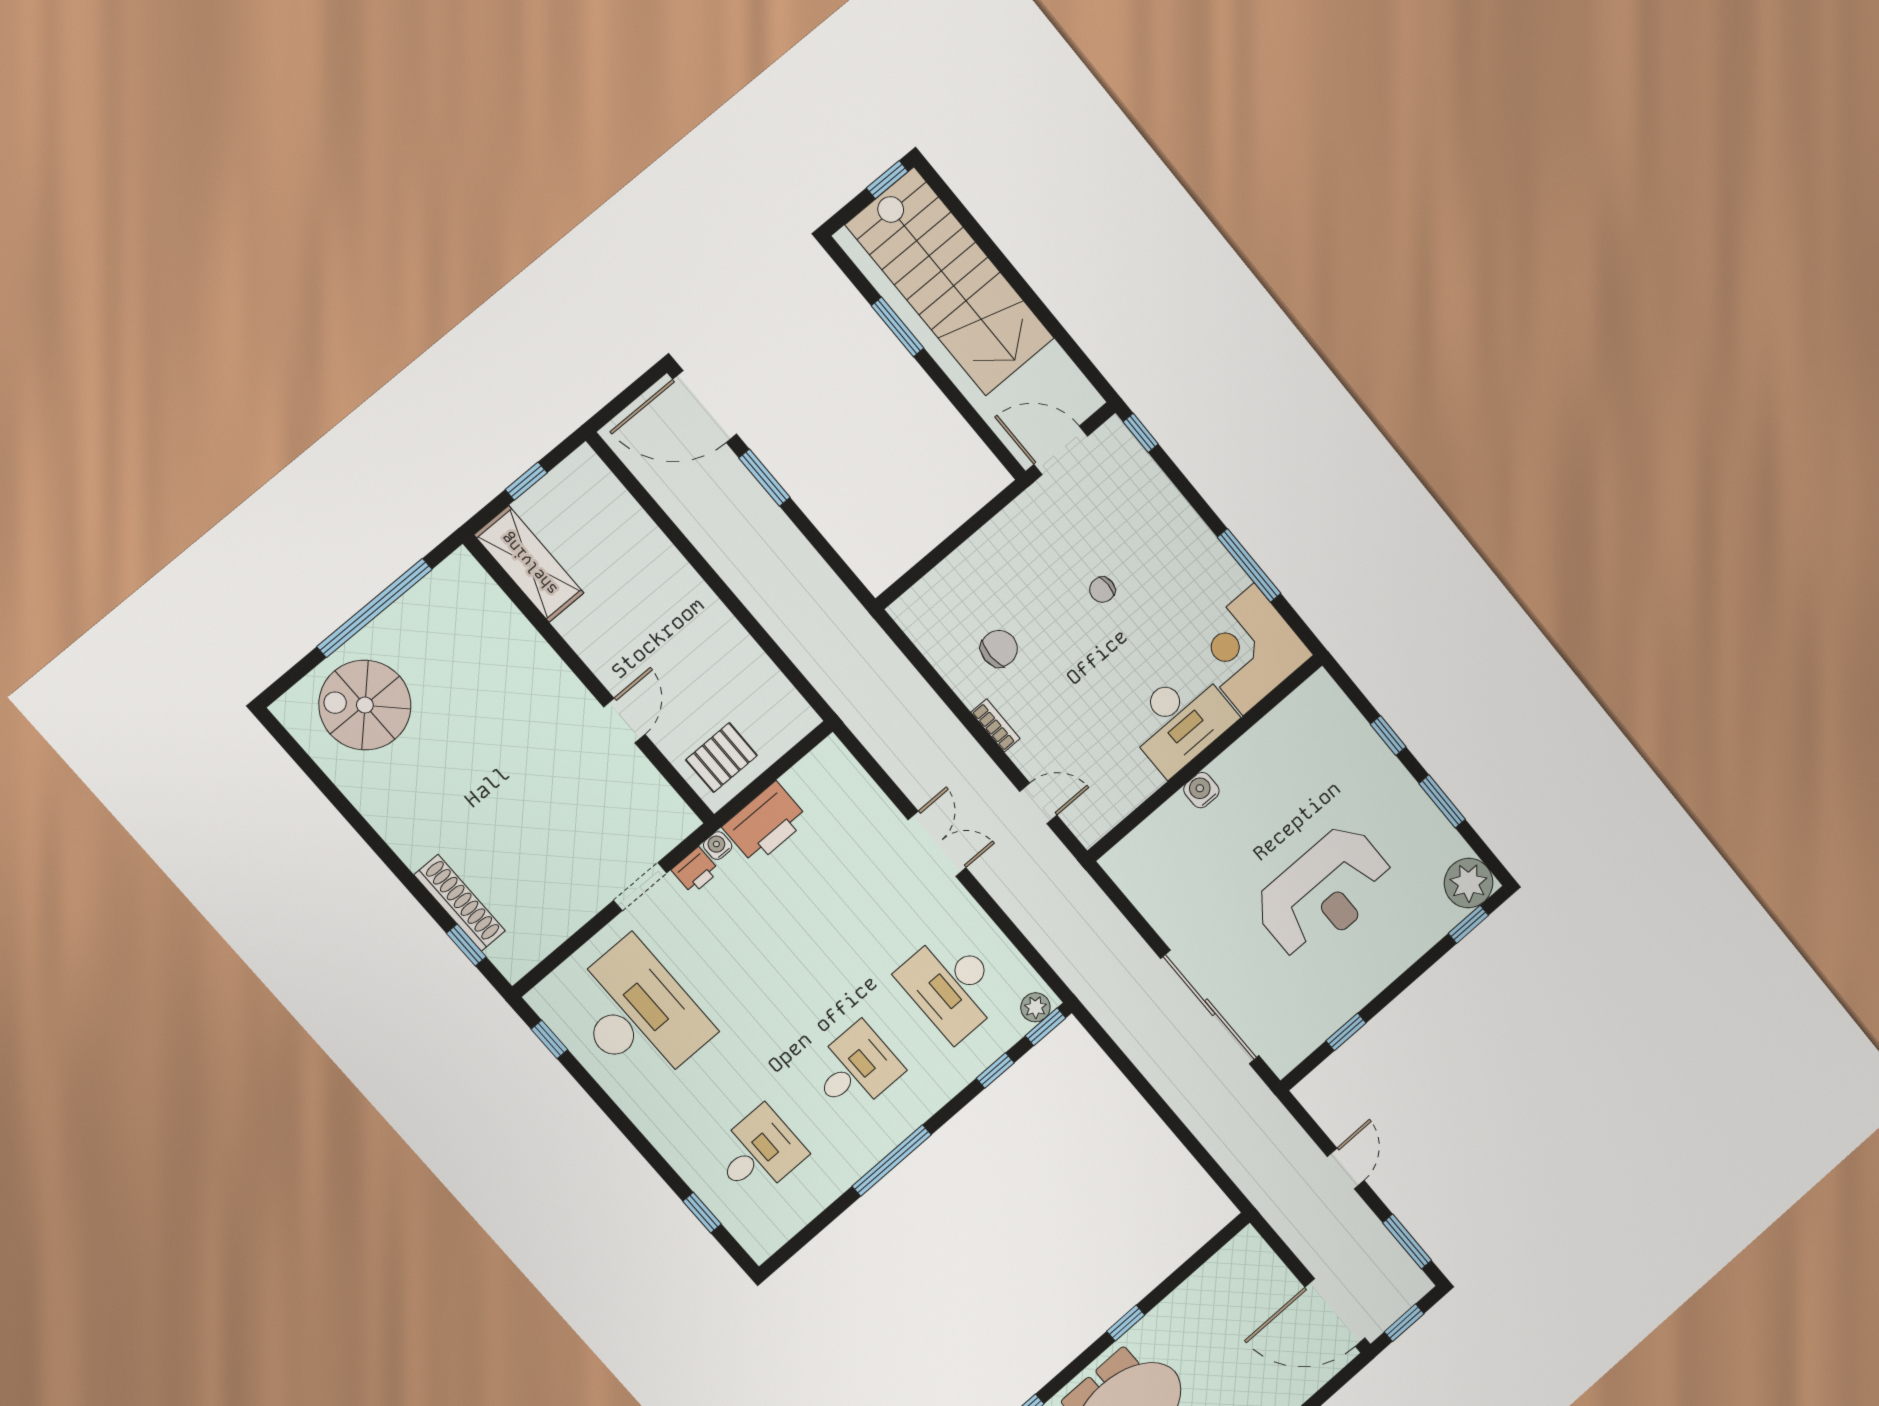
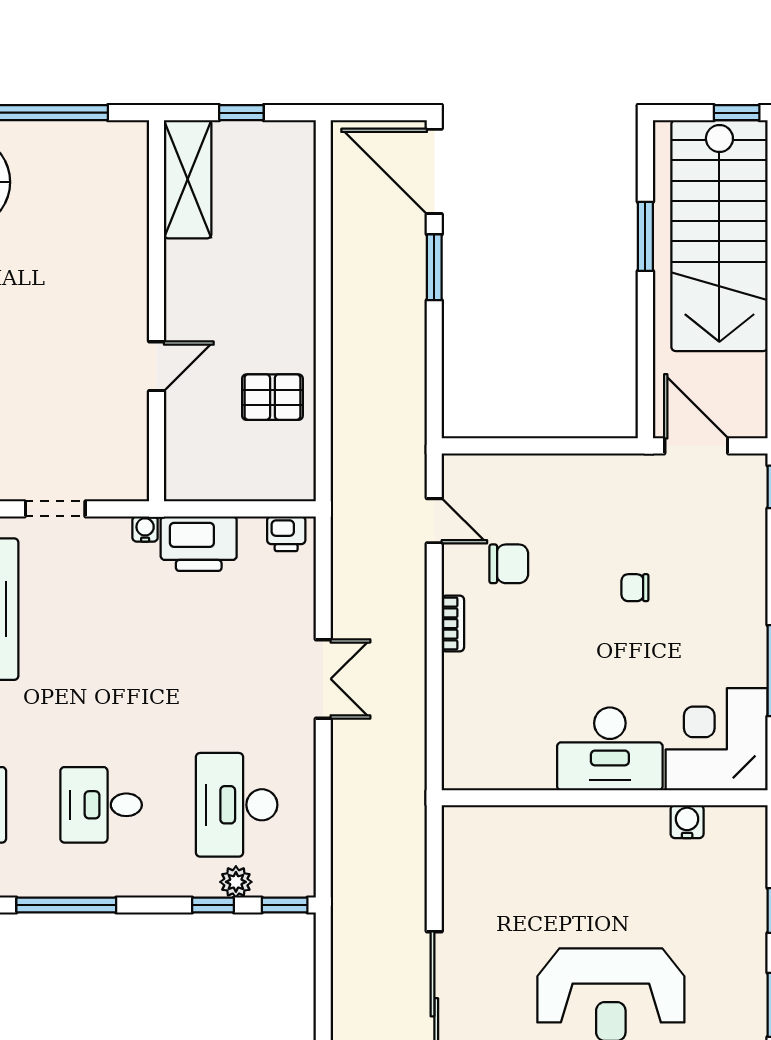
pallet: (721, 758) -> (272, 397), moved
water cooler: (1201, 790) -> (687, 822), moved
door: (1038, 803) -> (434, 521), moved
printer: (695, 870) -> (286, 534), moved
plant: (1035, 1007) -> (236, 882), moved
desk: (855, 1069) -> (101, 805), turned 180

